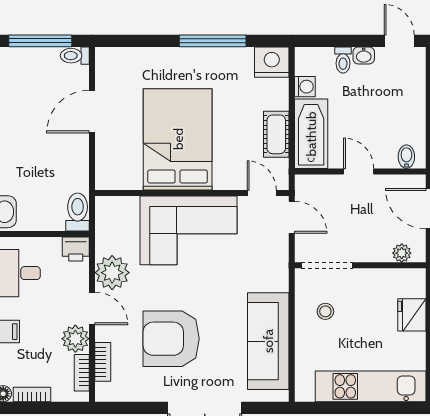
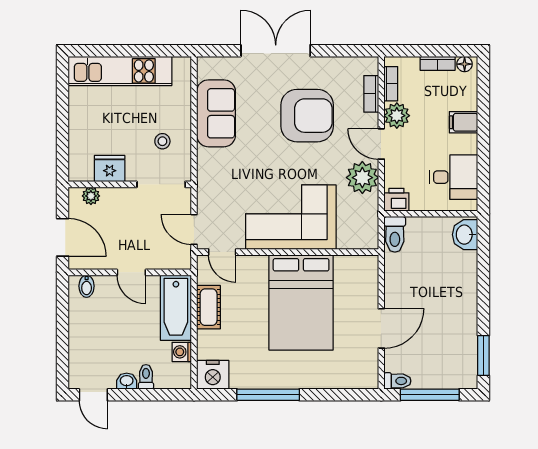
fridge: (412, 315) -> (110, 169), moved, turned -90
sofa: (268, 341) -> (216, 113), width x0.73

